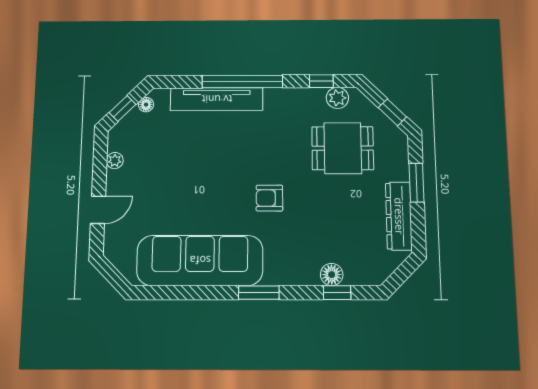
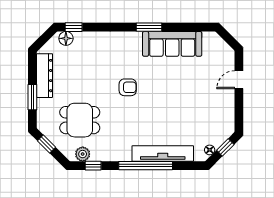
plant: (115, 161) -> (229, 112), removed
sofa: (200, 260) -> (172, 44), width x0.74, depth x0.79
floor lamp: (332, 275) -> (66, 38), moved
window: (259, 293) -> (149, 27), moved
window: (337, 293) -> (74, 27), moved

